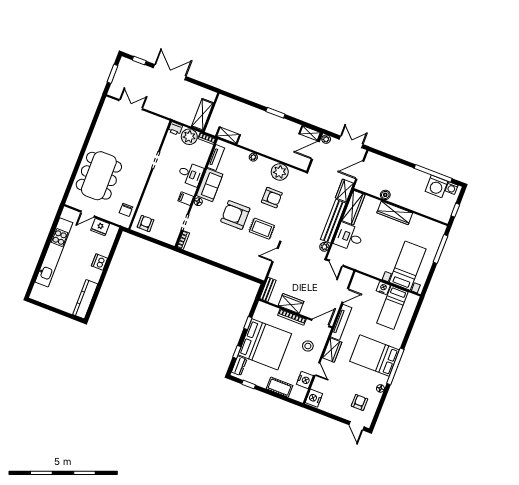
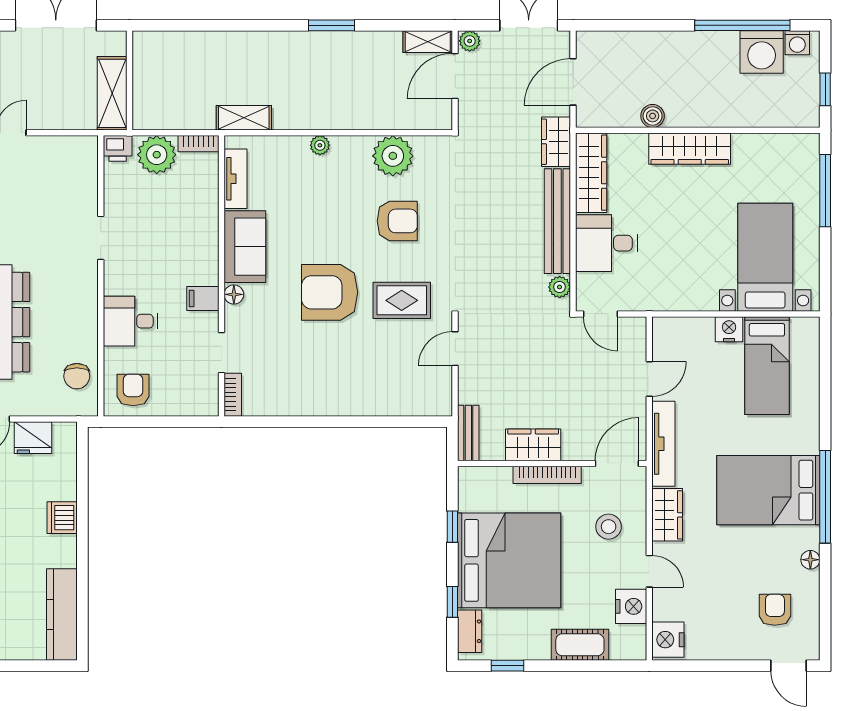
wall: (211, 112) -> (130, 80), moved
shelving: (202, 115) -> (112, 93), moved
desk: (190, 174) -> (130, 321), moved, turned 180

